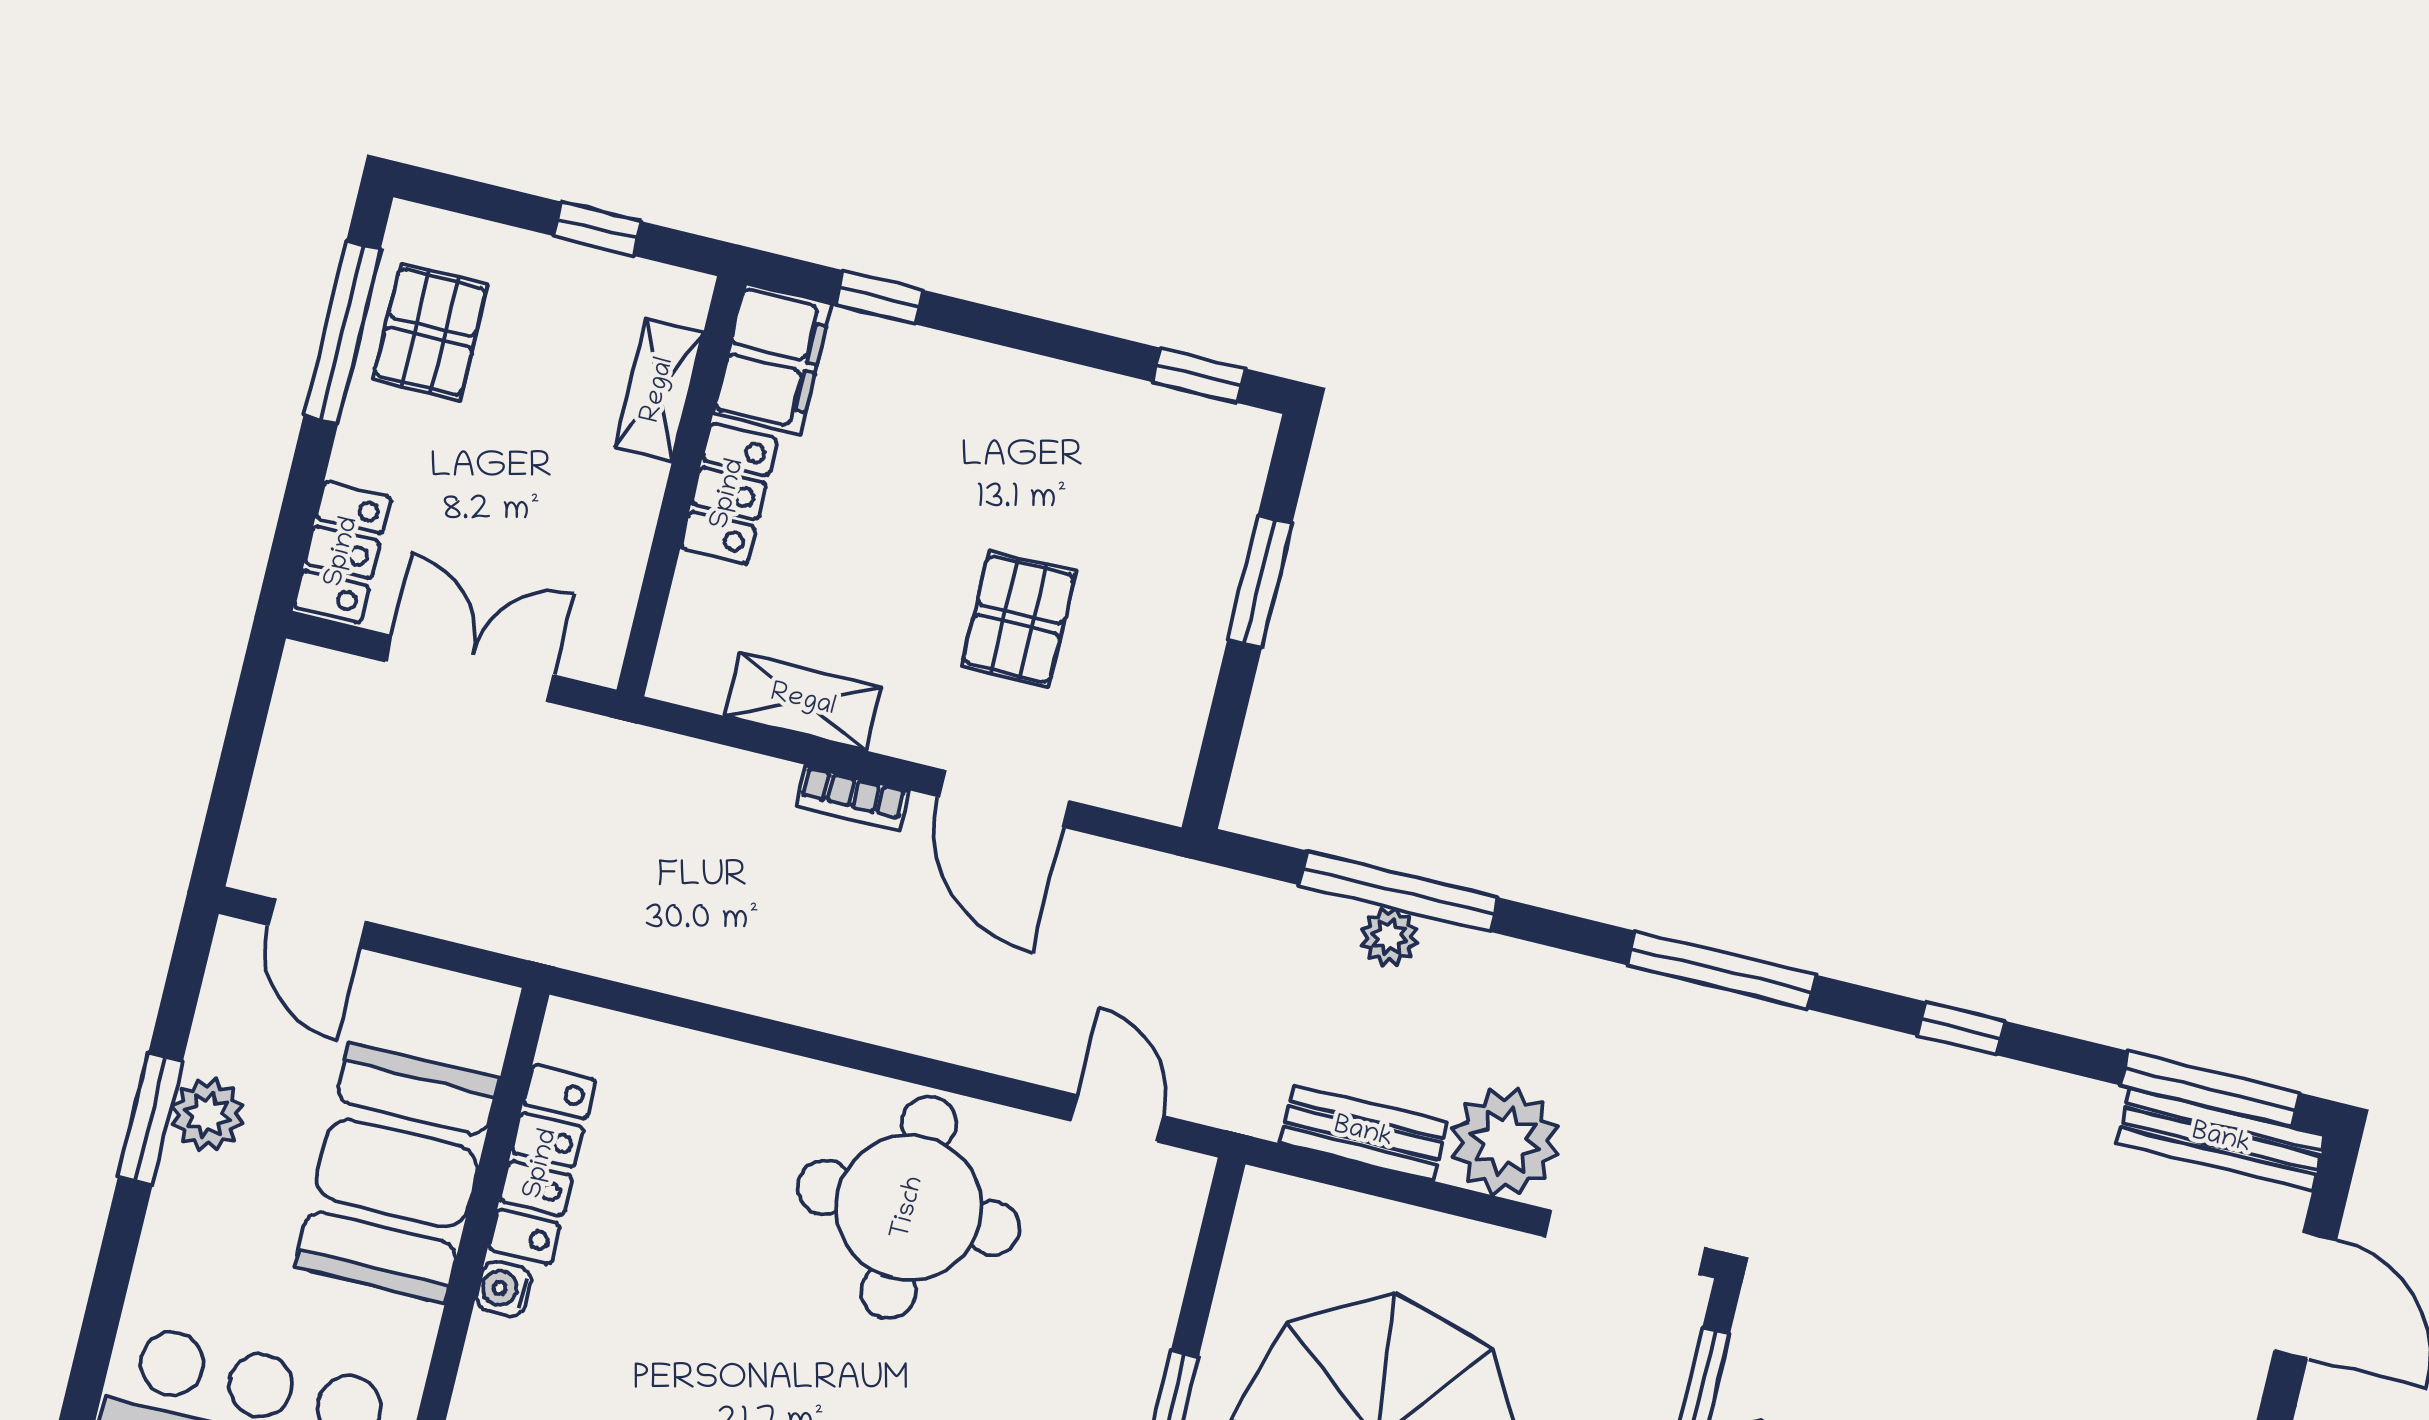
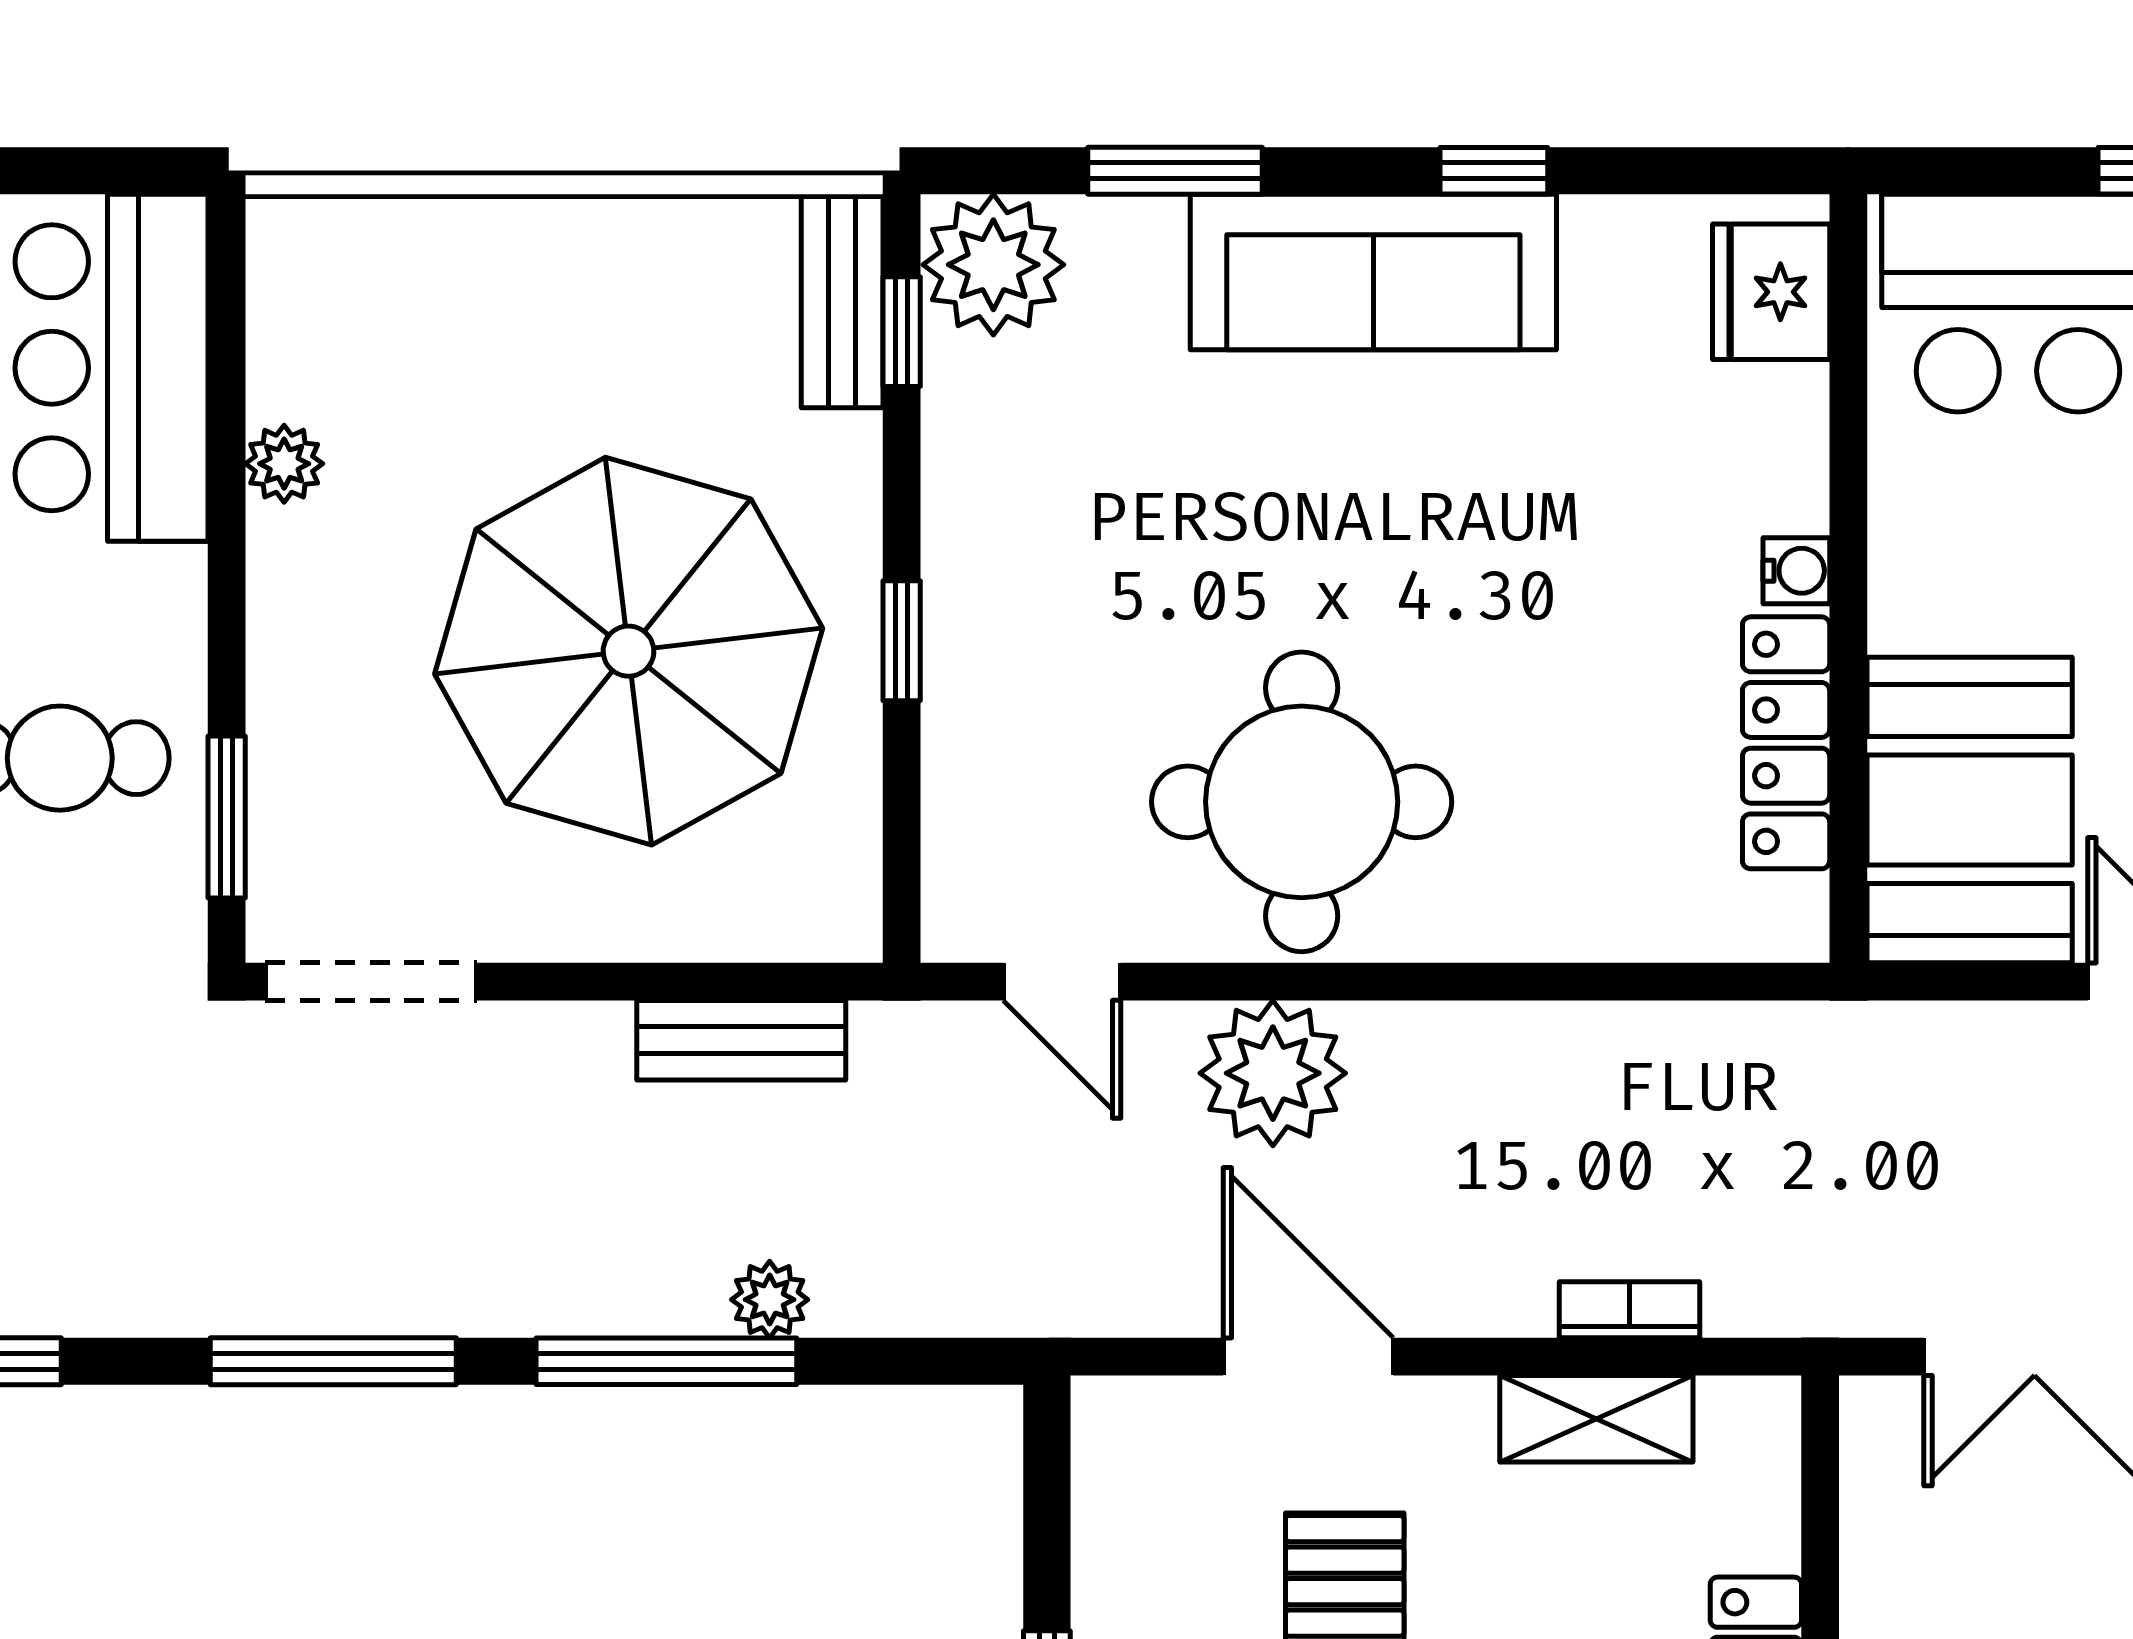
bookcase: (852, 798) -> (1629, 1310), moved
window: (1399, 891) -> (666, 1361), moved
plant: (1505, 1142) -> (1273, 1073), moved
booth: (397, 1173) -> (1970, 810), moved

